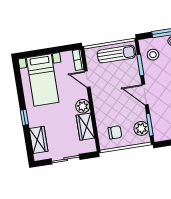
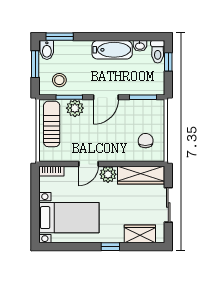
door: (87, 79) -> (89, 164), moved
wardrobe: (85, 127) -> (141, 175), width x1.50
plant: (141, 128) -> (75, 108), moved

